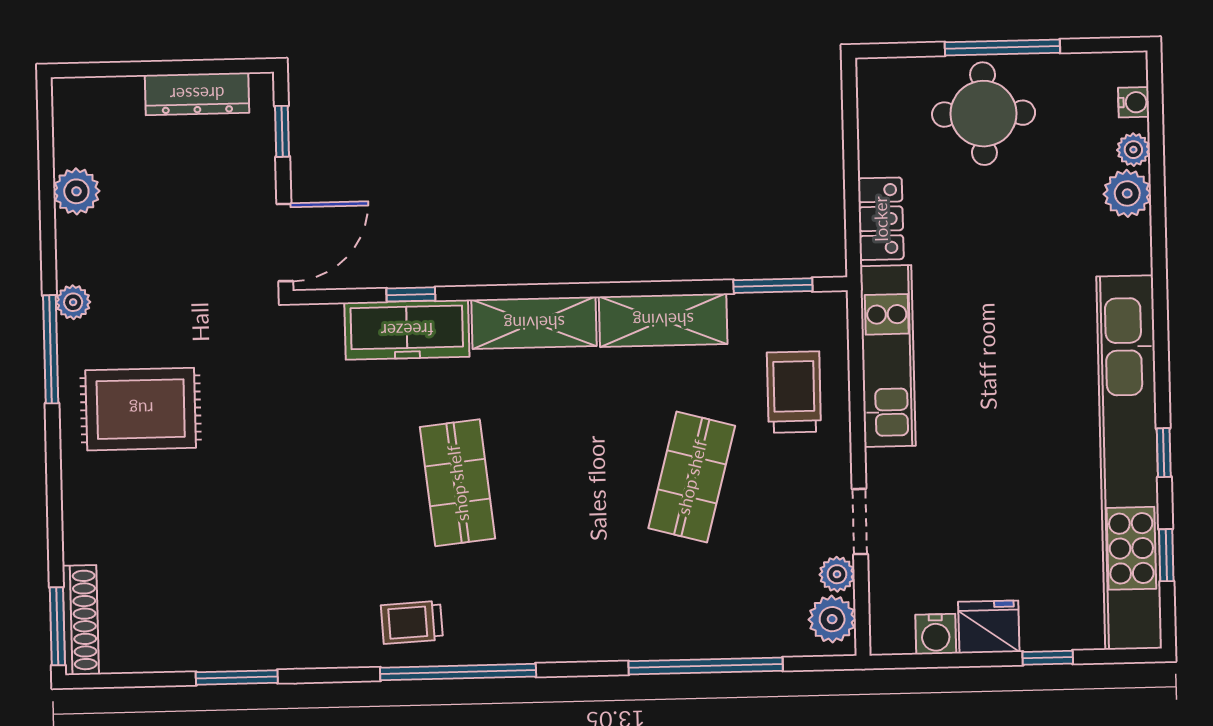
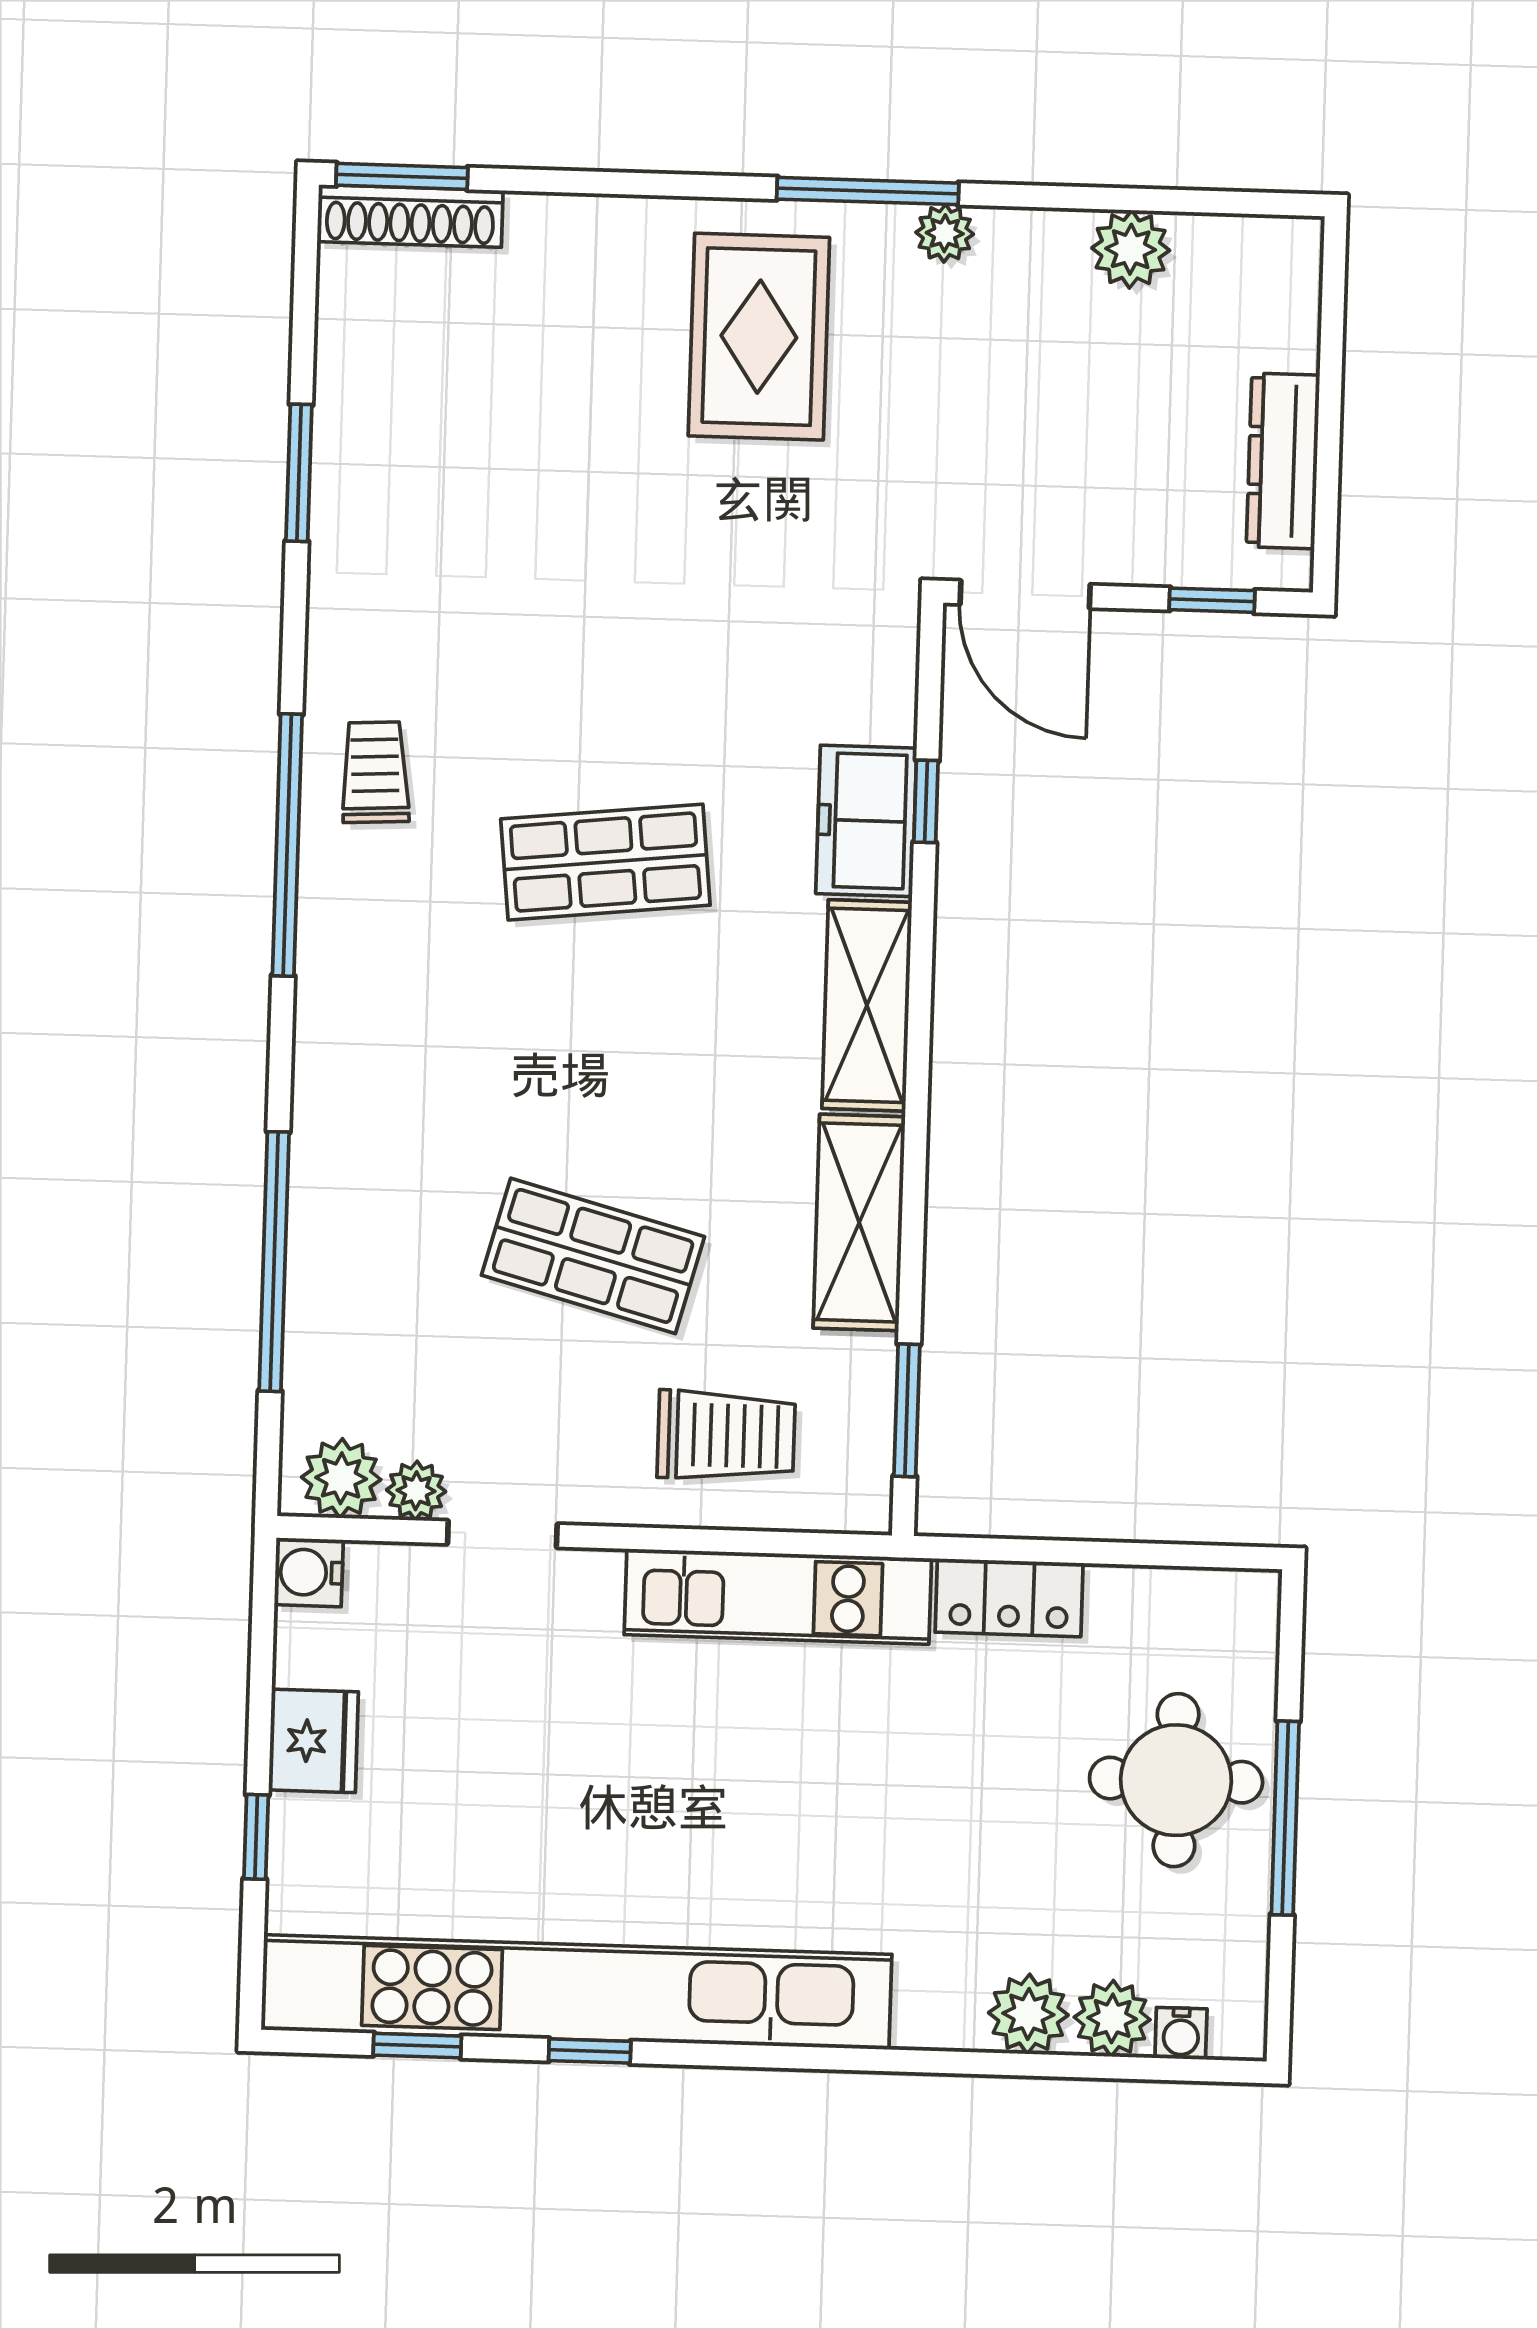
plant: (1133, 150) -> (1112, 2018), width x1.38, depth x1.38
freezer: (407, 330) -> (866, 821), width x0.71
water cooler: (936, 634) -> (309, 1572), moved

